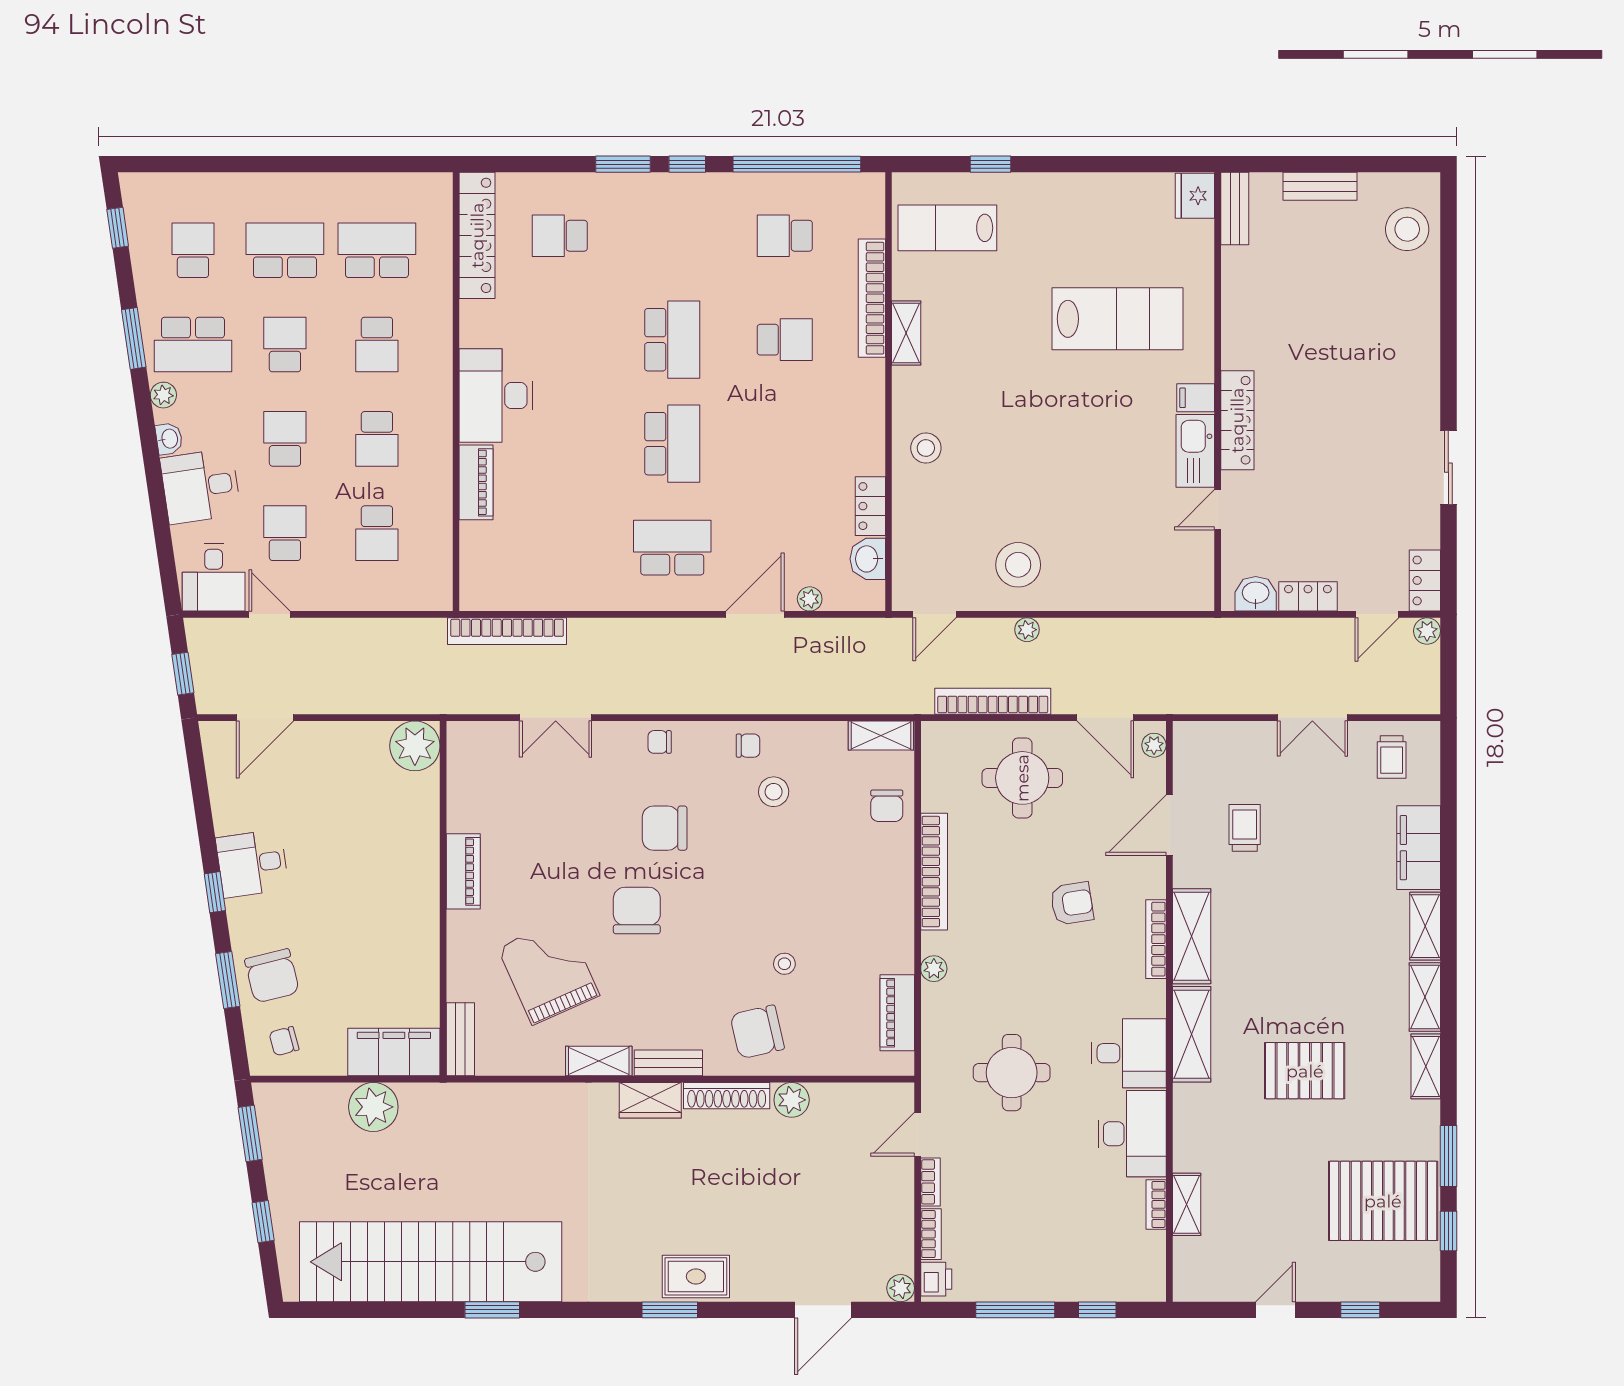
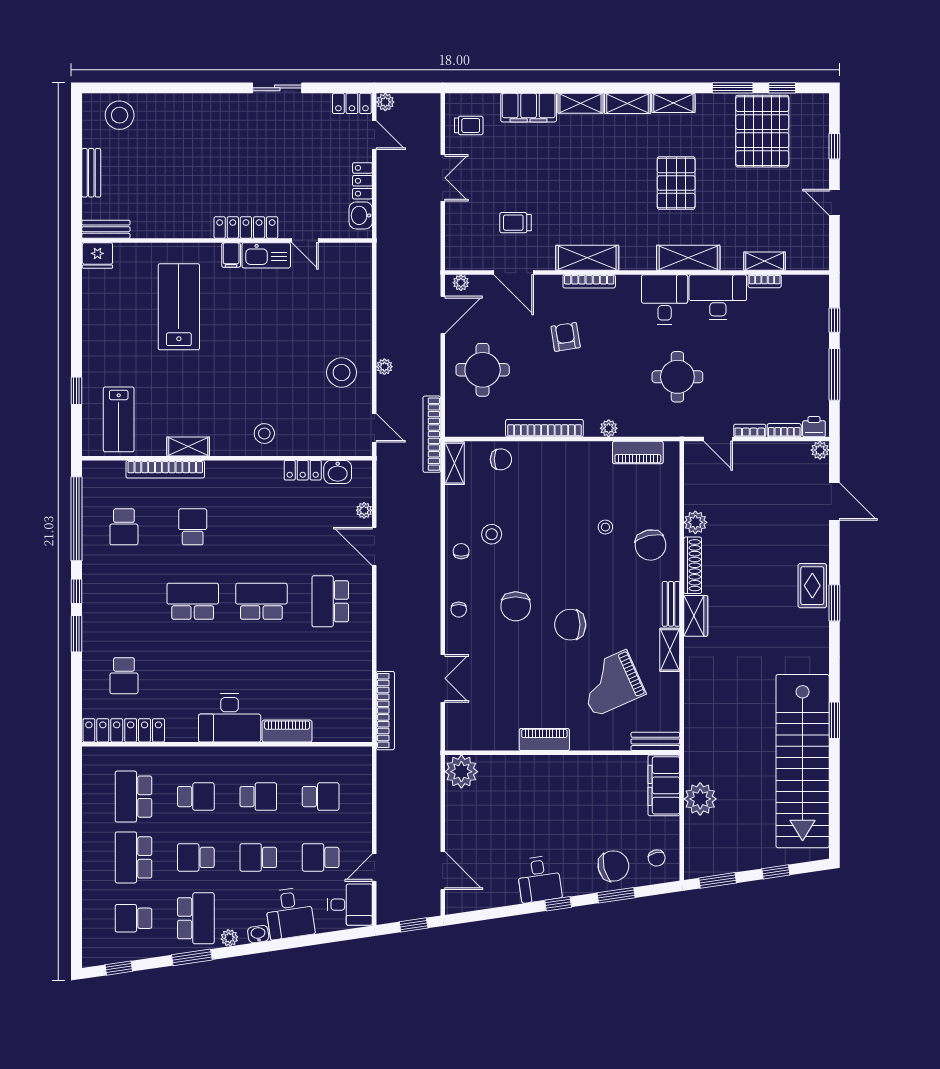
bookcase: (993, 701) -> (432, 434), moved
shelving: (1192, 1034) -> (688, 258), moved

